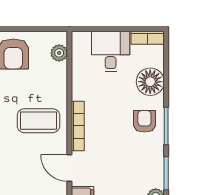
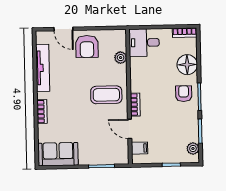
desk: (111, 52) -> (144, 43), moved, turned -90
plant: (59, 53) -> (121, 58), moved
bookcase: (78, 126) -> (135, 105), width x0.64

